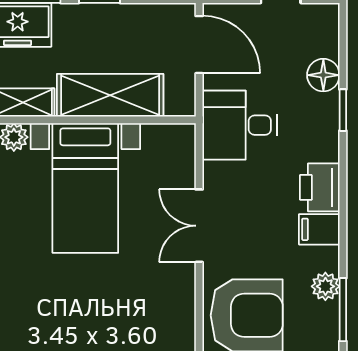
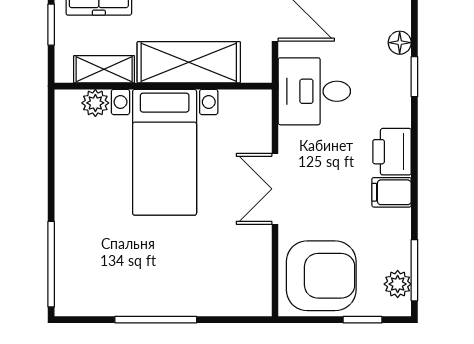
floor lamp: (323, 75) -> (400, 43), width x0.73, depth x0.73
plant: (325, 286) -> (398, 284), moved

